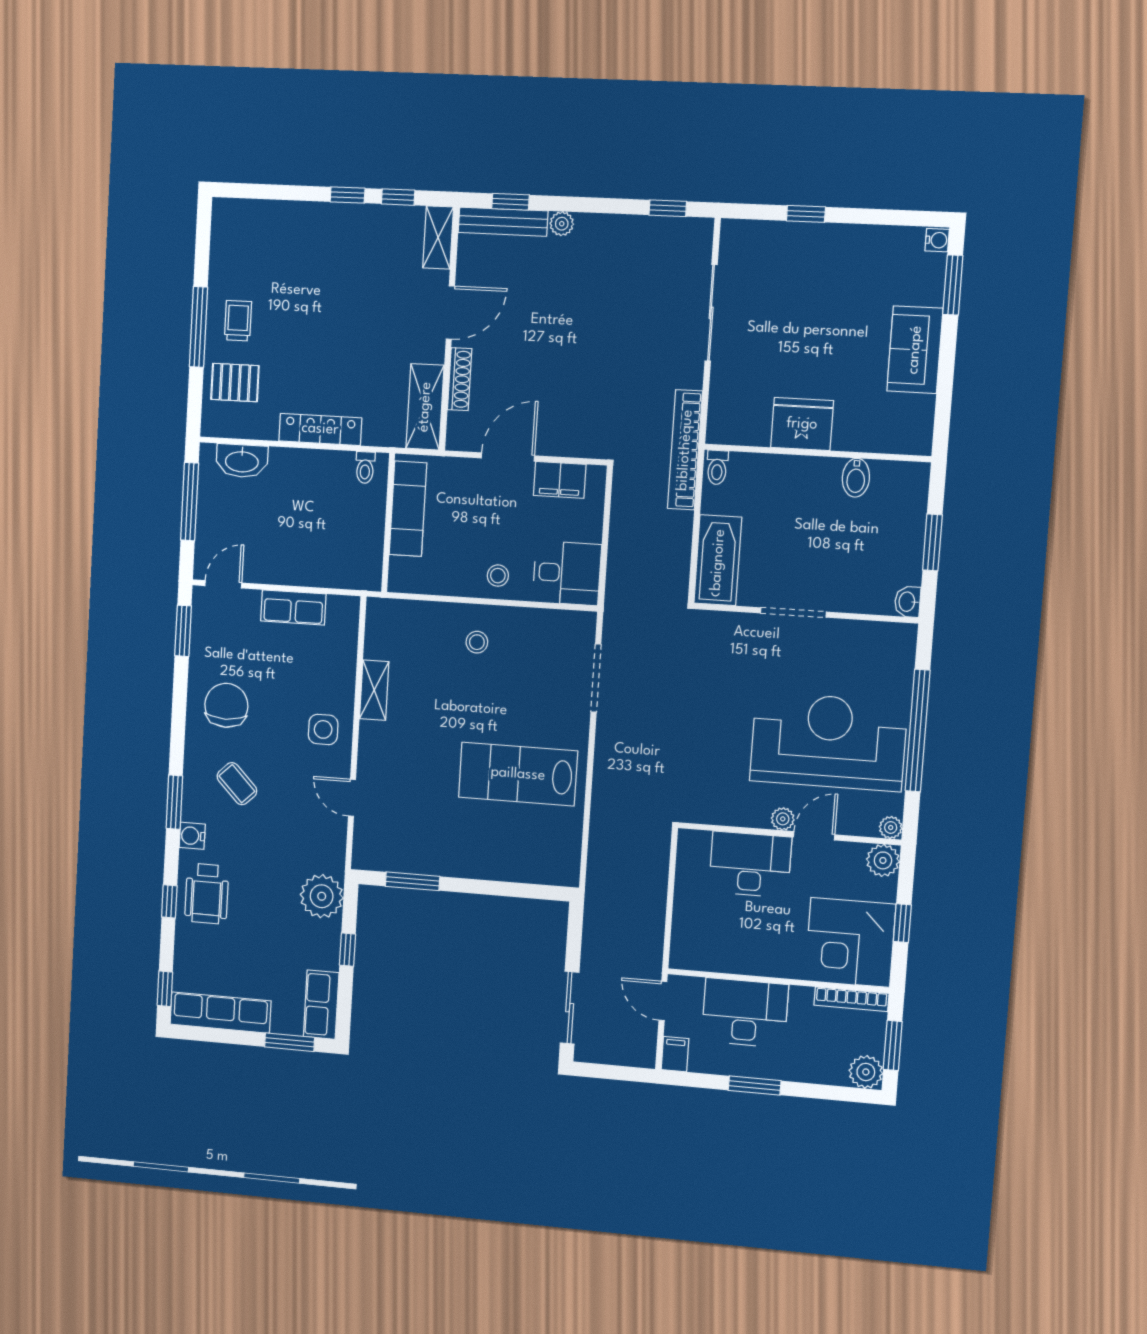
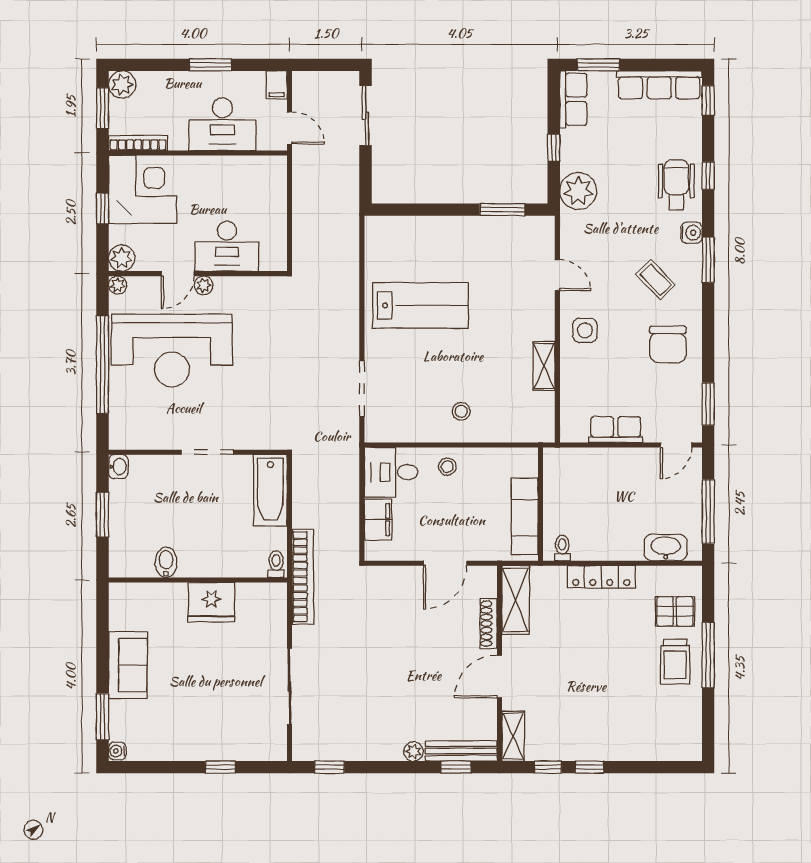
trolley: (238, 321) -> (675, 662), width x1.36, depth x1.39
filing cabinet: (560, 480) -> (378, 520), moved, turned 90

